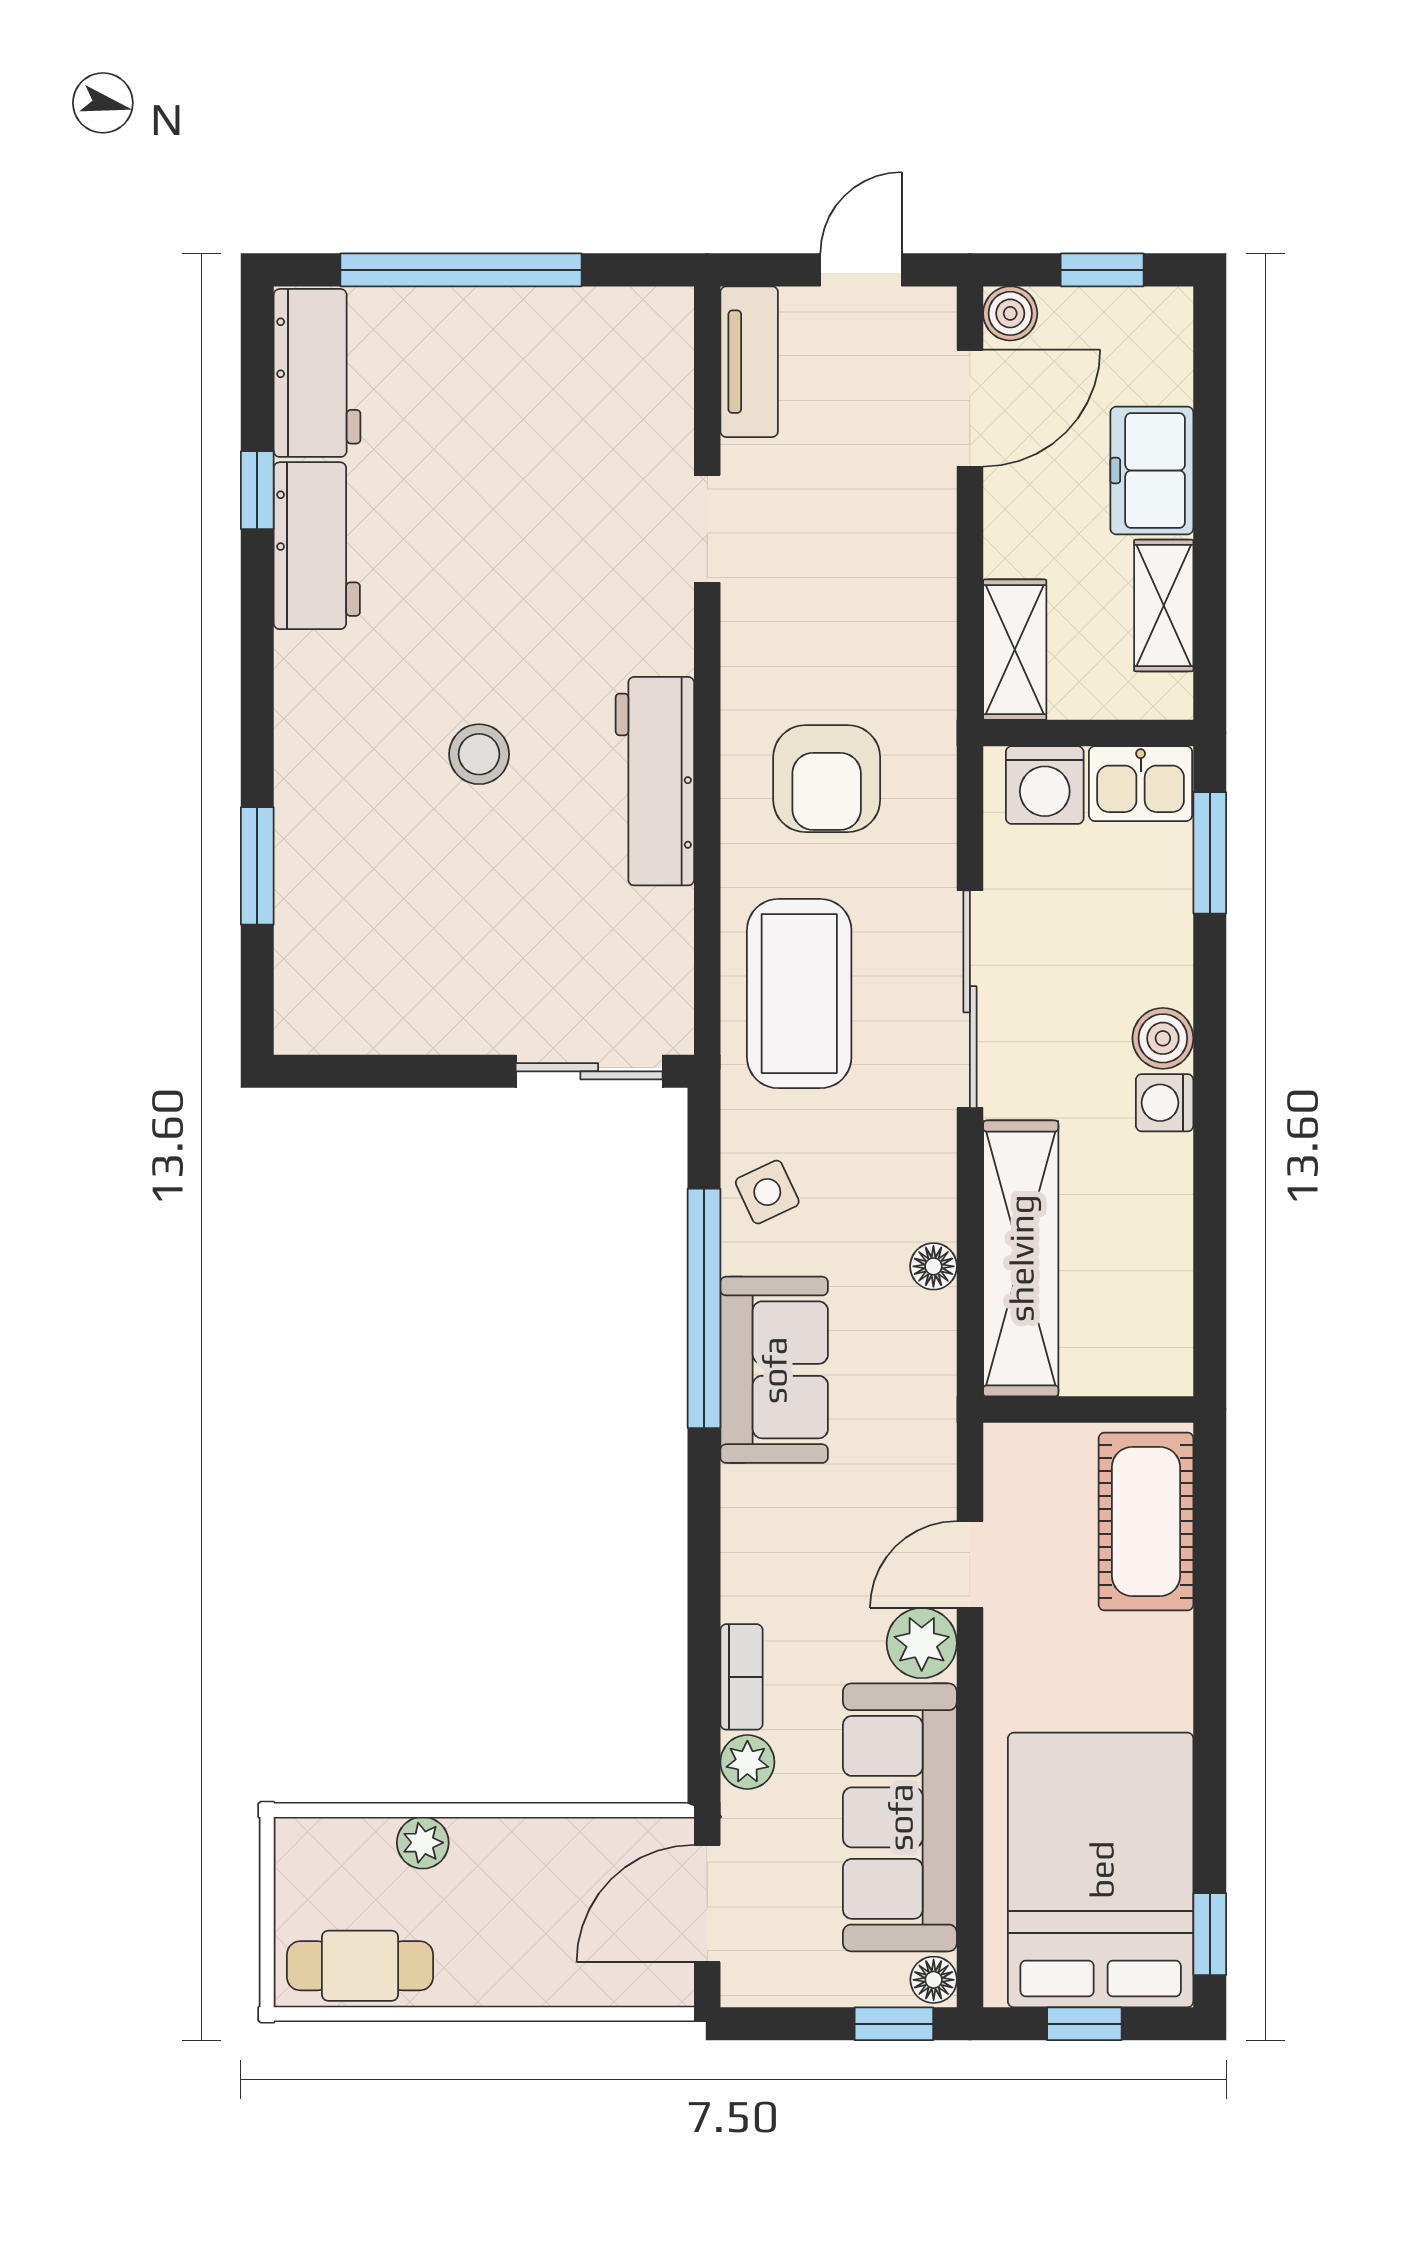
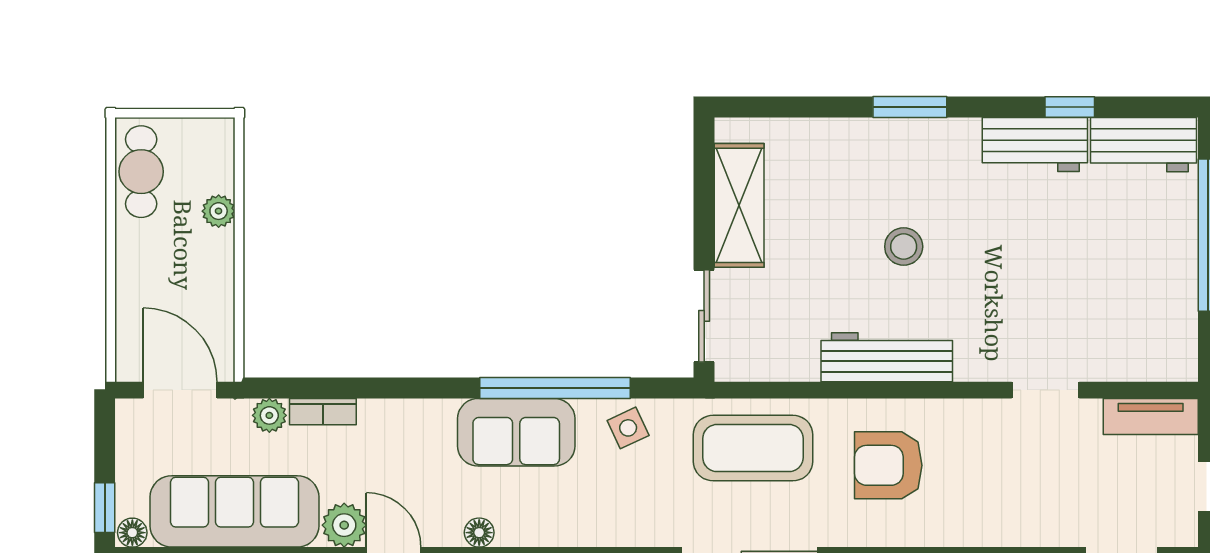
window: (257, 866) -> (910, 107), moved
shelving: (414, 1015) -> (739, 205), added
floor lamp: (933, 1266) -> (479, 533), moved

